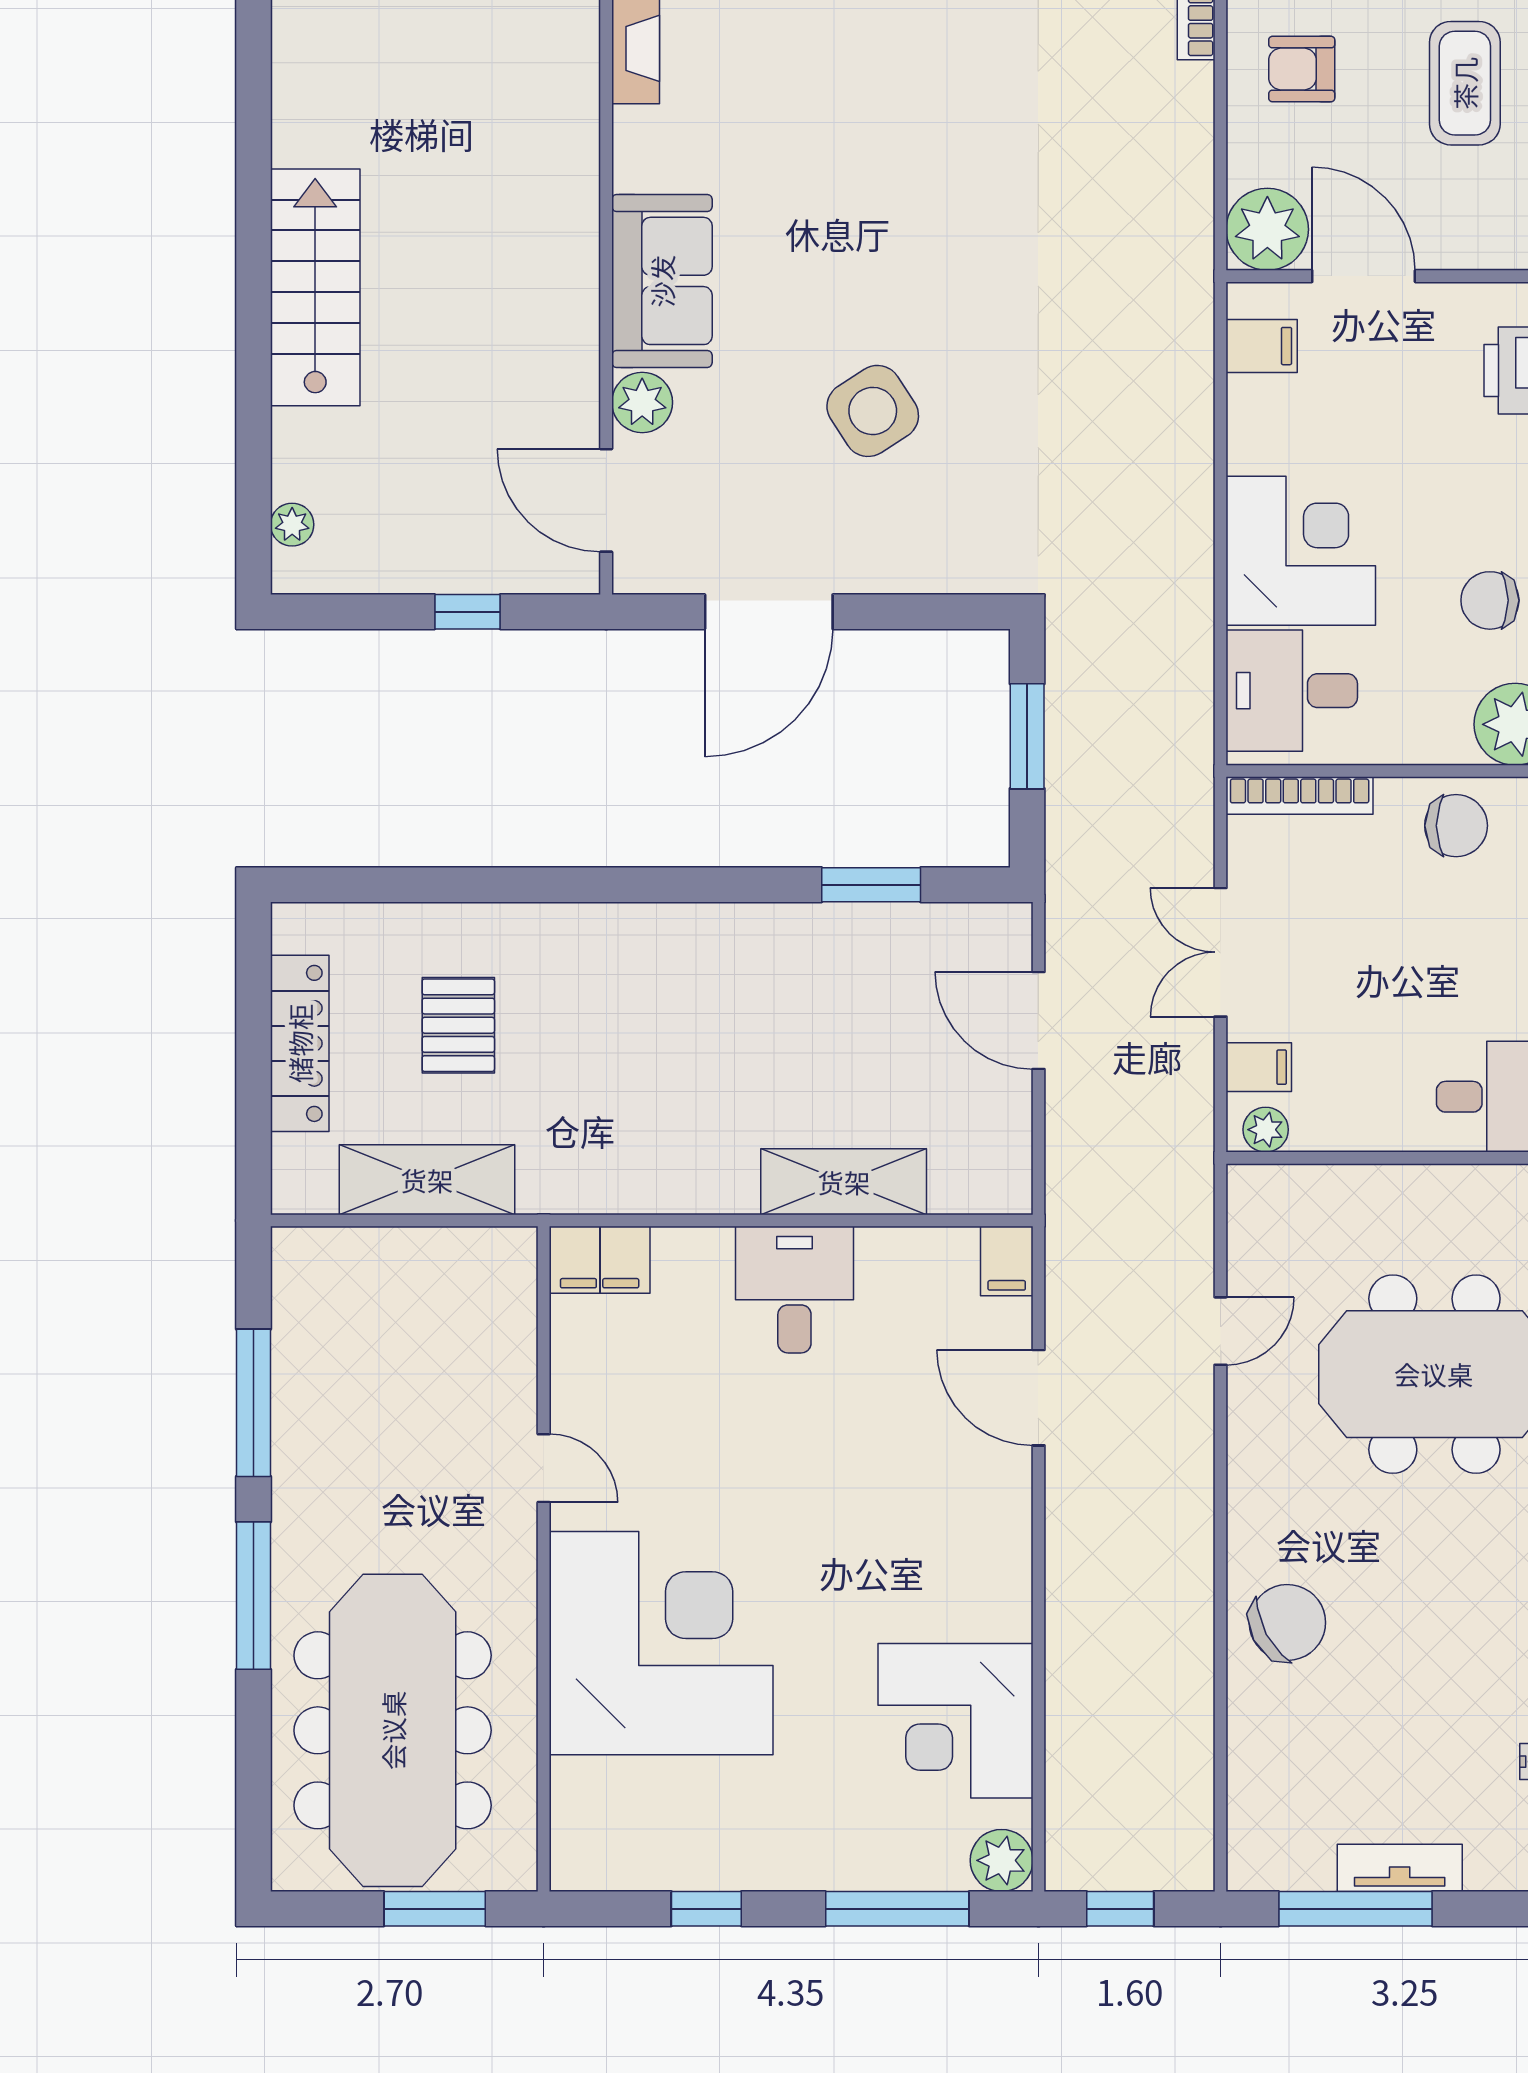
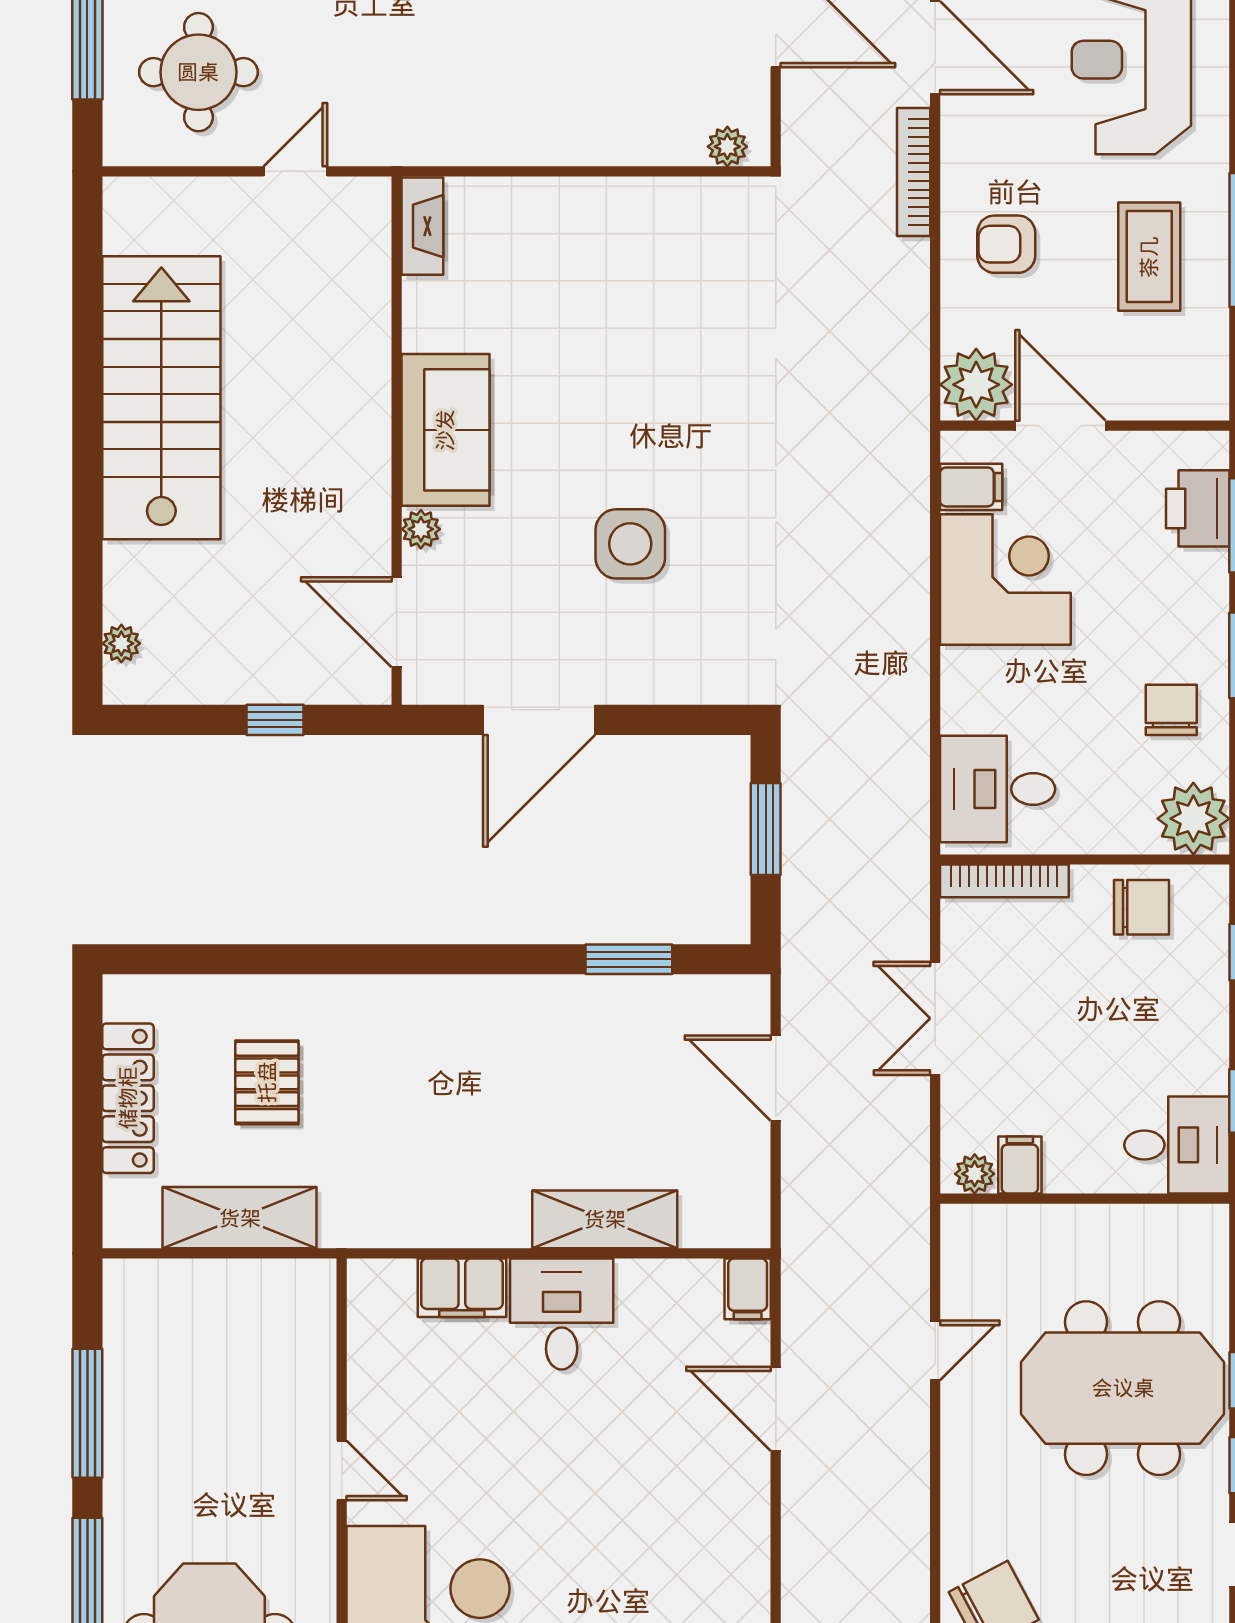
stairs: (315, 287) -> (161, 398), width x1.36, depth x1.51
plant: (642, 402) -> (421, 529), width x0.73, depth x0.73
side table: (873, 411) -> (630, 544), turned 33
corner desk: (1301, 551) -> (1005, 580), moved
chair: (1490, 600) -> (1171, 710), turned 90
filing cabinet: (1259, 1067) -> (1020, 1165), moved, turned -90
filing cabinet: (600, 1260) -> (462, 1288), moved

